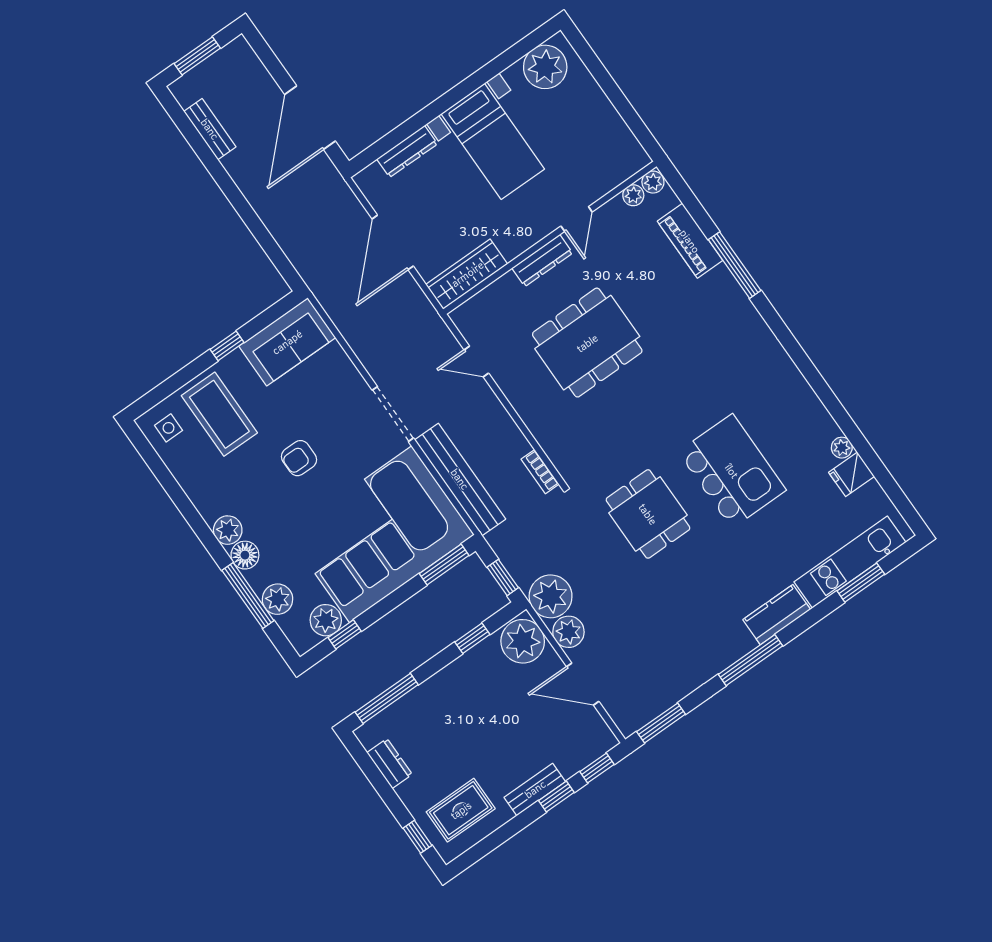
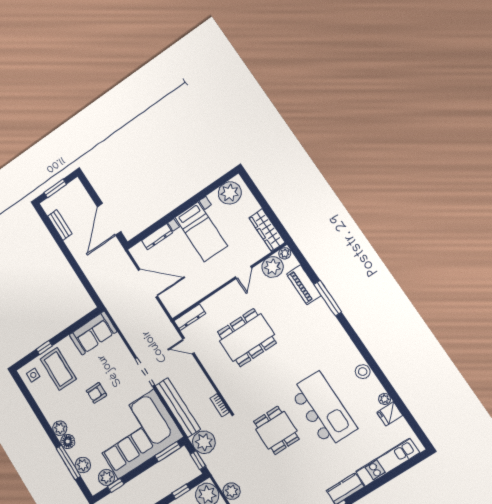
plant: (633, 195) -> (273, 267), width x1.87, depth x1.87
door: (393, 242) -> (148, 283), swing flipped
dresser: (542, 261) -> (190, 317), moved
wardrobe: (467, 274) -> (267, 230), moved, turned -90
window: (227, 346) -> (44, 347), moved
stool: (801, 399) -> (363, 372), added
kitchen island: (732, 471) -> (323, 409), width x1.37
window: (861, 583) -> (393, 474), removed
plant: (551, 596) -> (204, 442), moved

